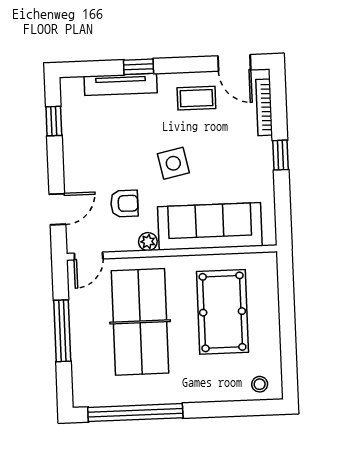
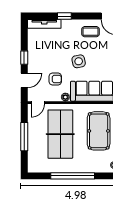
tv unit: (121, 84) -> (44, 24), moved
window: (54, 121) -> (24, 58), moved
window: (135, 413) -> (73, 176), moved

